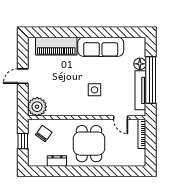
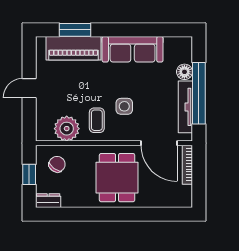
window: (57, 32) -> (75, 30), added
coffee table: (74, 100) -> (97, 120), added
plant: (37, 107) -> (67, 129), moved
door: (121, 118) -> (159, 143), width x1.88
dresser: (57, 161) -> (48, 201), moved

